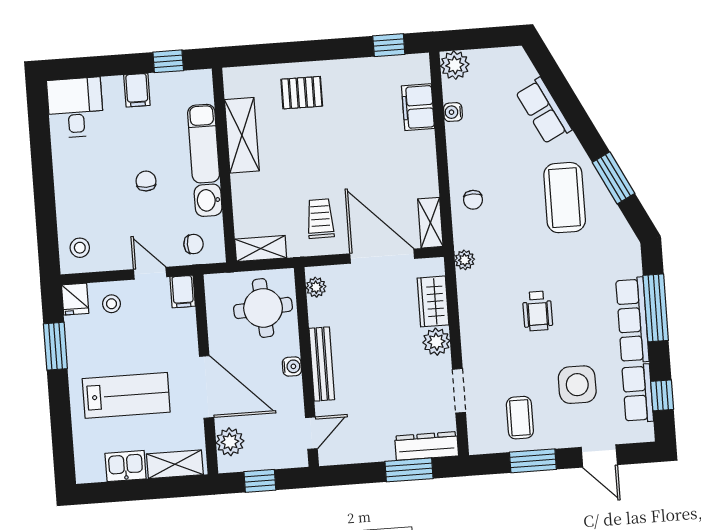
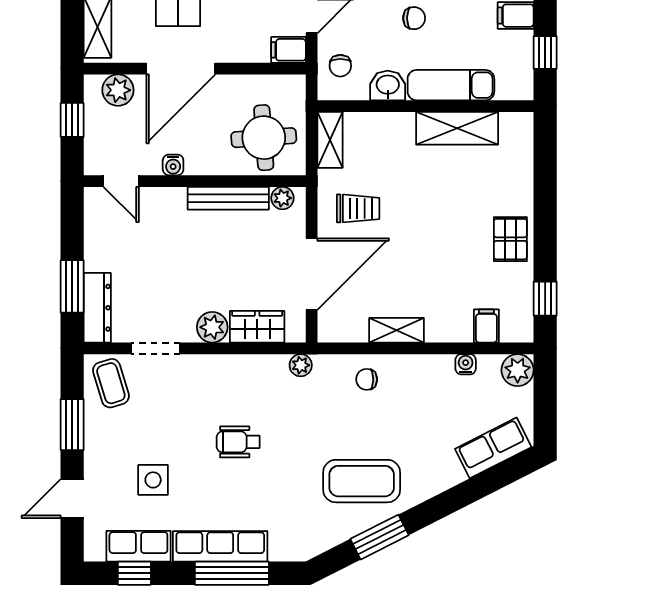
pallet: (302, 93) -> (510, 239), moved
filing cabinet: (418, 107) -> (486, 326), width x0.50
row of seats: (544, 111) -> (493, 448), moved
shelving: (430, 223) -> (397, 330), moved
bench: (322, 364) -> (228, 198), moved
water cooler: (292, 366) -> (173, 165), moved
side table: (577, 385) -> (153, 480), width x0.73, depth x0.73
coffee table: (520, 418) -> (111, 383), moved, turned 73

